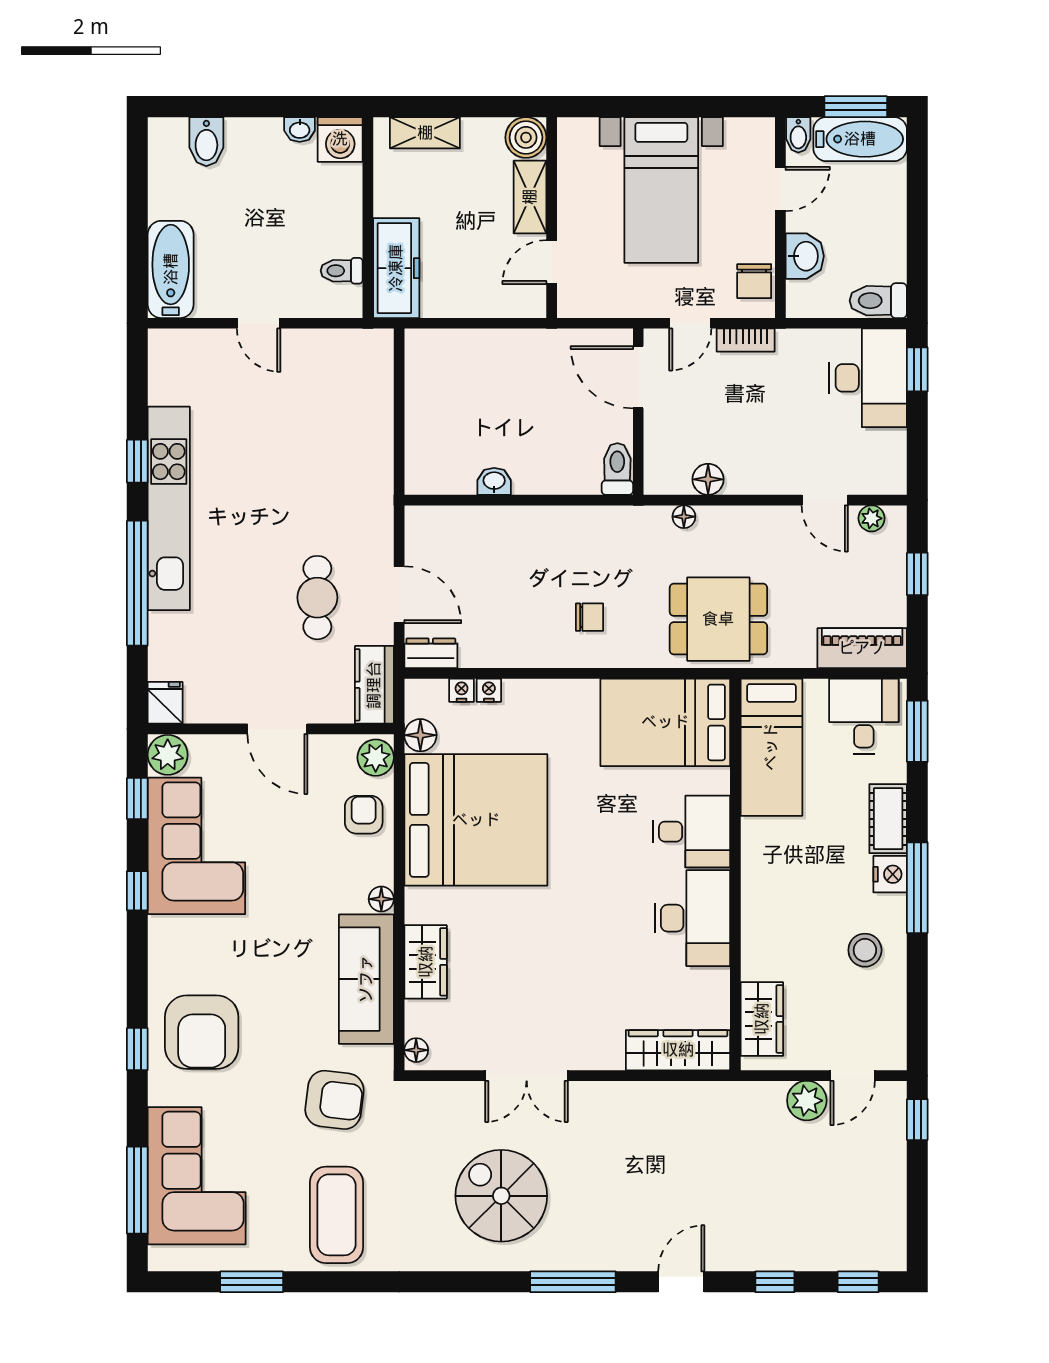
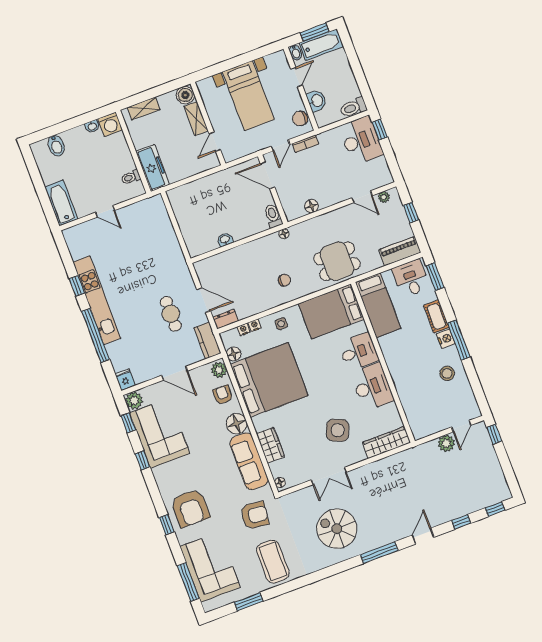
chair: (754, 281) -> (300, 119), turned 90
floor lamp: (684, 517) -> (284, 234), moved
side table: (548, 708) -> (281, 324), added
floor lamp: (381, 899) -> (237, 424), width x1.89, depth x1.89
side table: (583, 984) -> (338, 430), added
wardrobe: (762, 1019) -> (416, 417), removed

